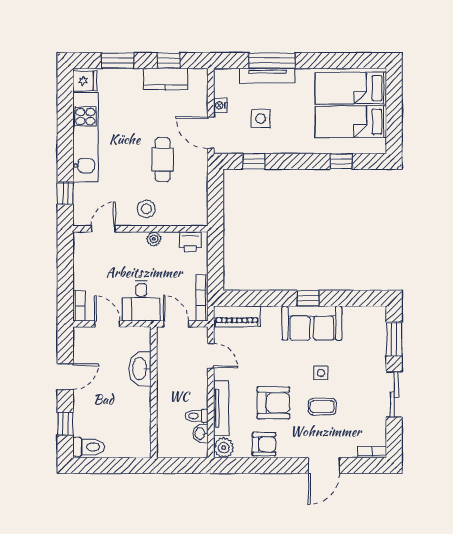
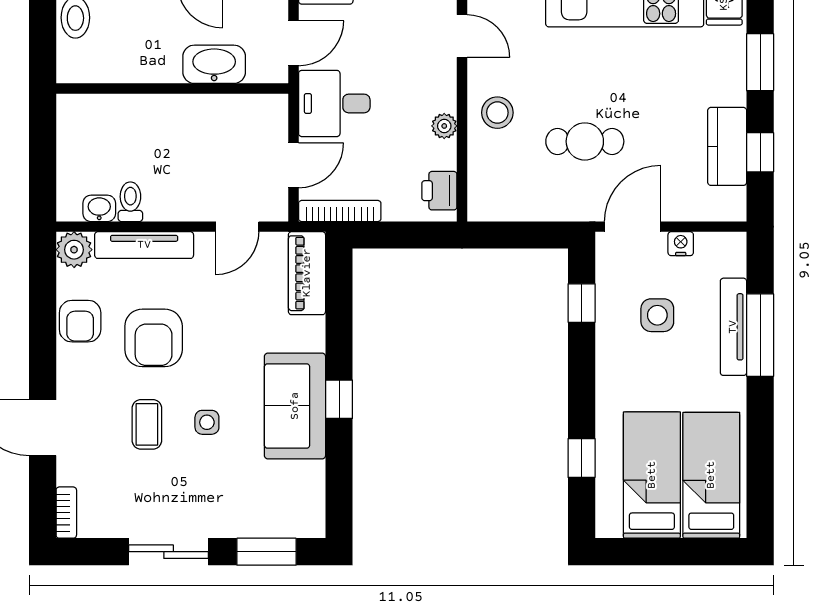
washbasin: (140, 369) -> (214, 64), moved
wall: (154, 392) -> (172, 88), moved

